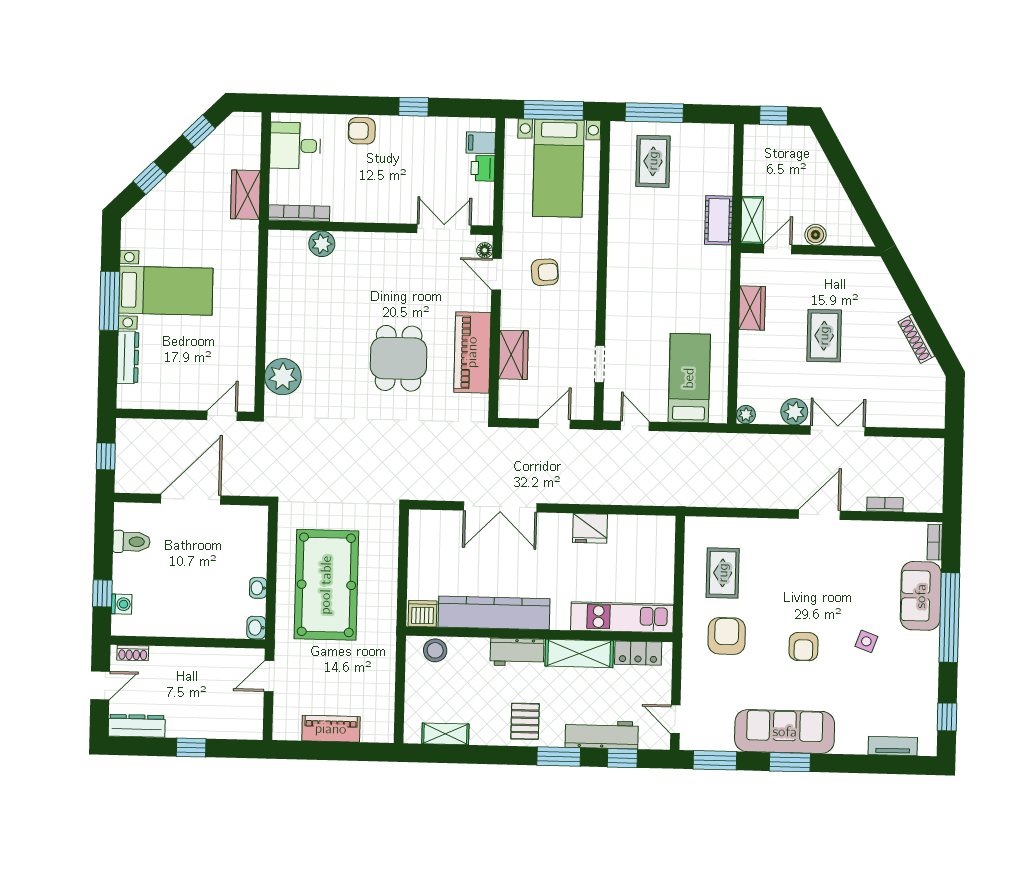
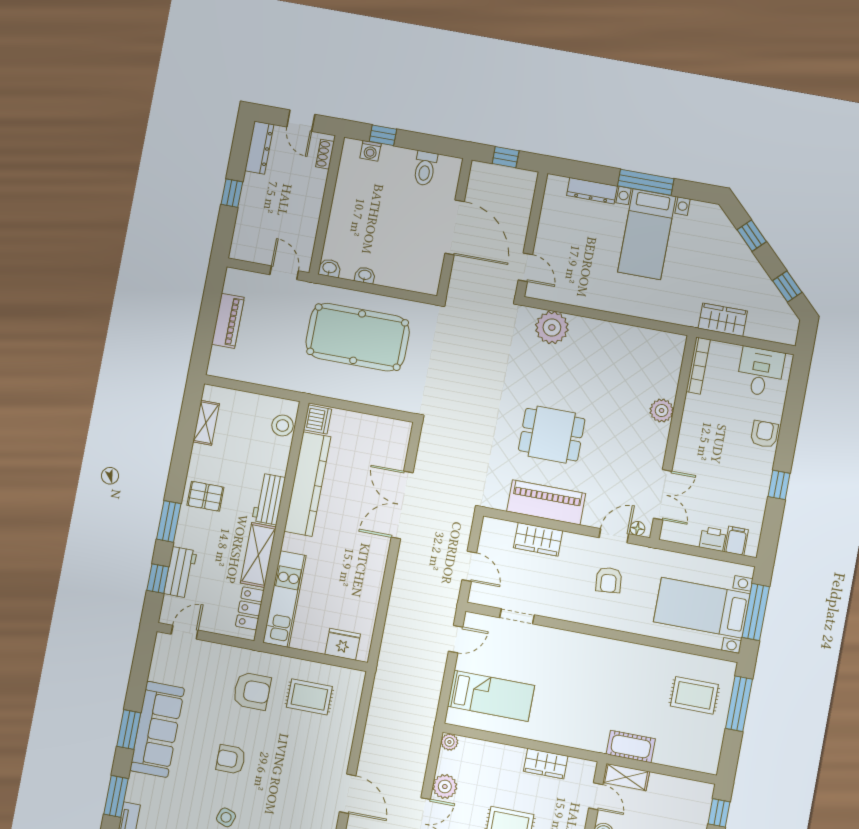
plant: (322, 244) -> (662, 411), moved
fridge: (590, 528) -> (343, 644), moved, turned 90
workbench: (602, 735) -> (180, 572), width x0.73
window: (715, 760) -> (116, 796), moved

